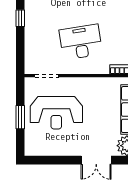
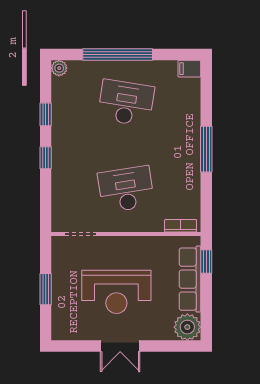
reception desk: (56, 113) -> (116, 292), moved
double door: (96, 160) -> (120, 346), moved

